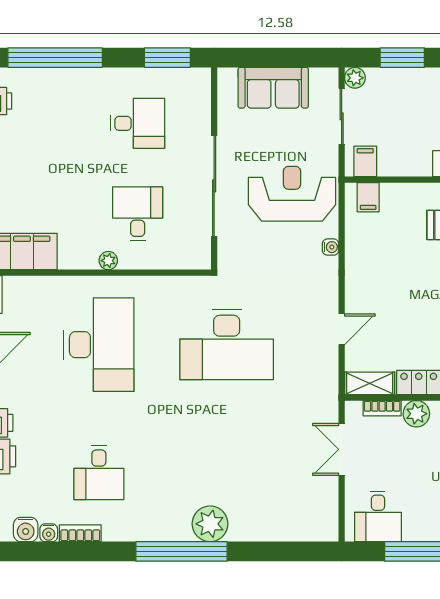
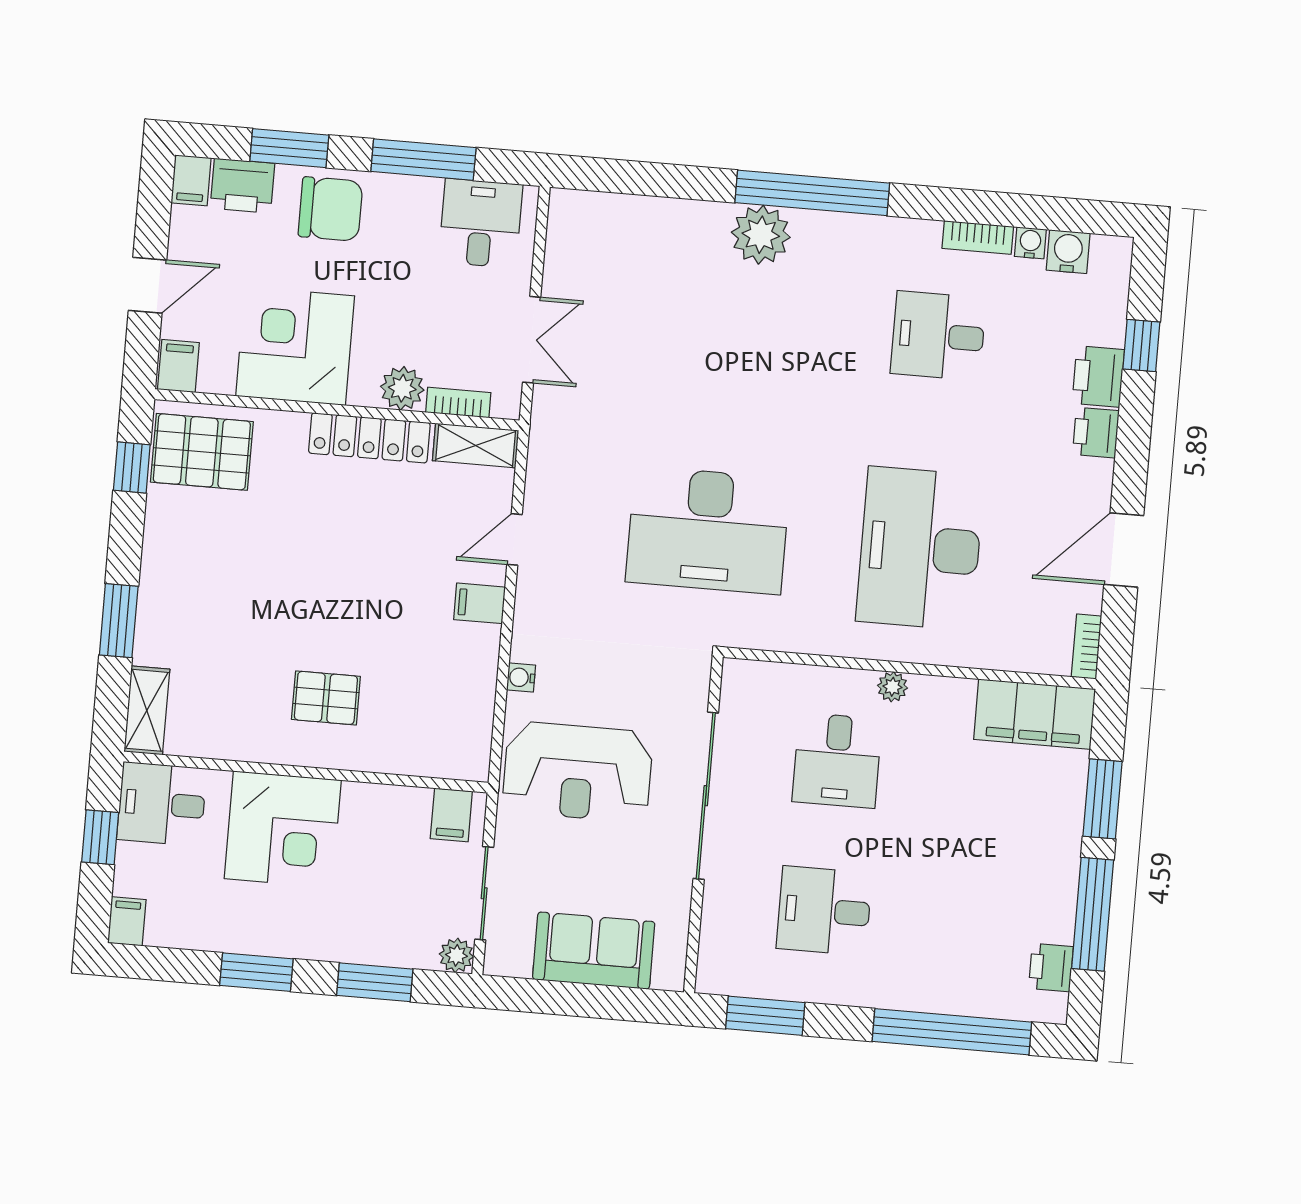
filing cabinet: (368, 197) -> (480, 603), moved, turned -90
desk: (227, 345) -> (708, 530), turned 180
desk: (99, 473) -> (938, 336), turned -90

